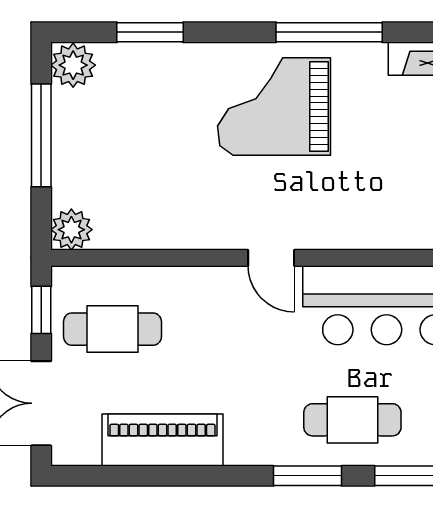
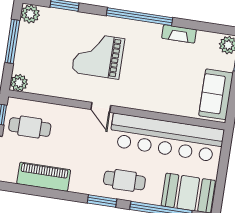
window: (329, 32) -> (140, 17), width x1.46
grand piano: (274, 106) -> (98, 55), moved

